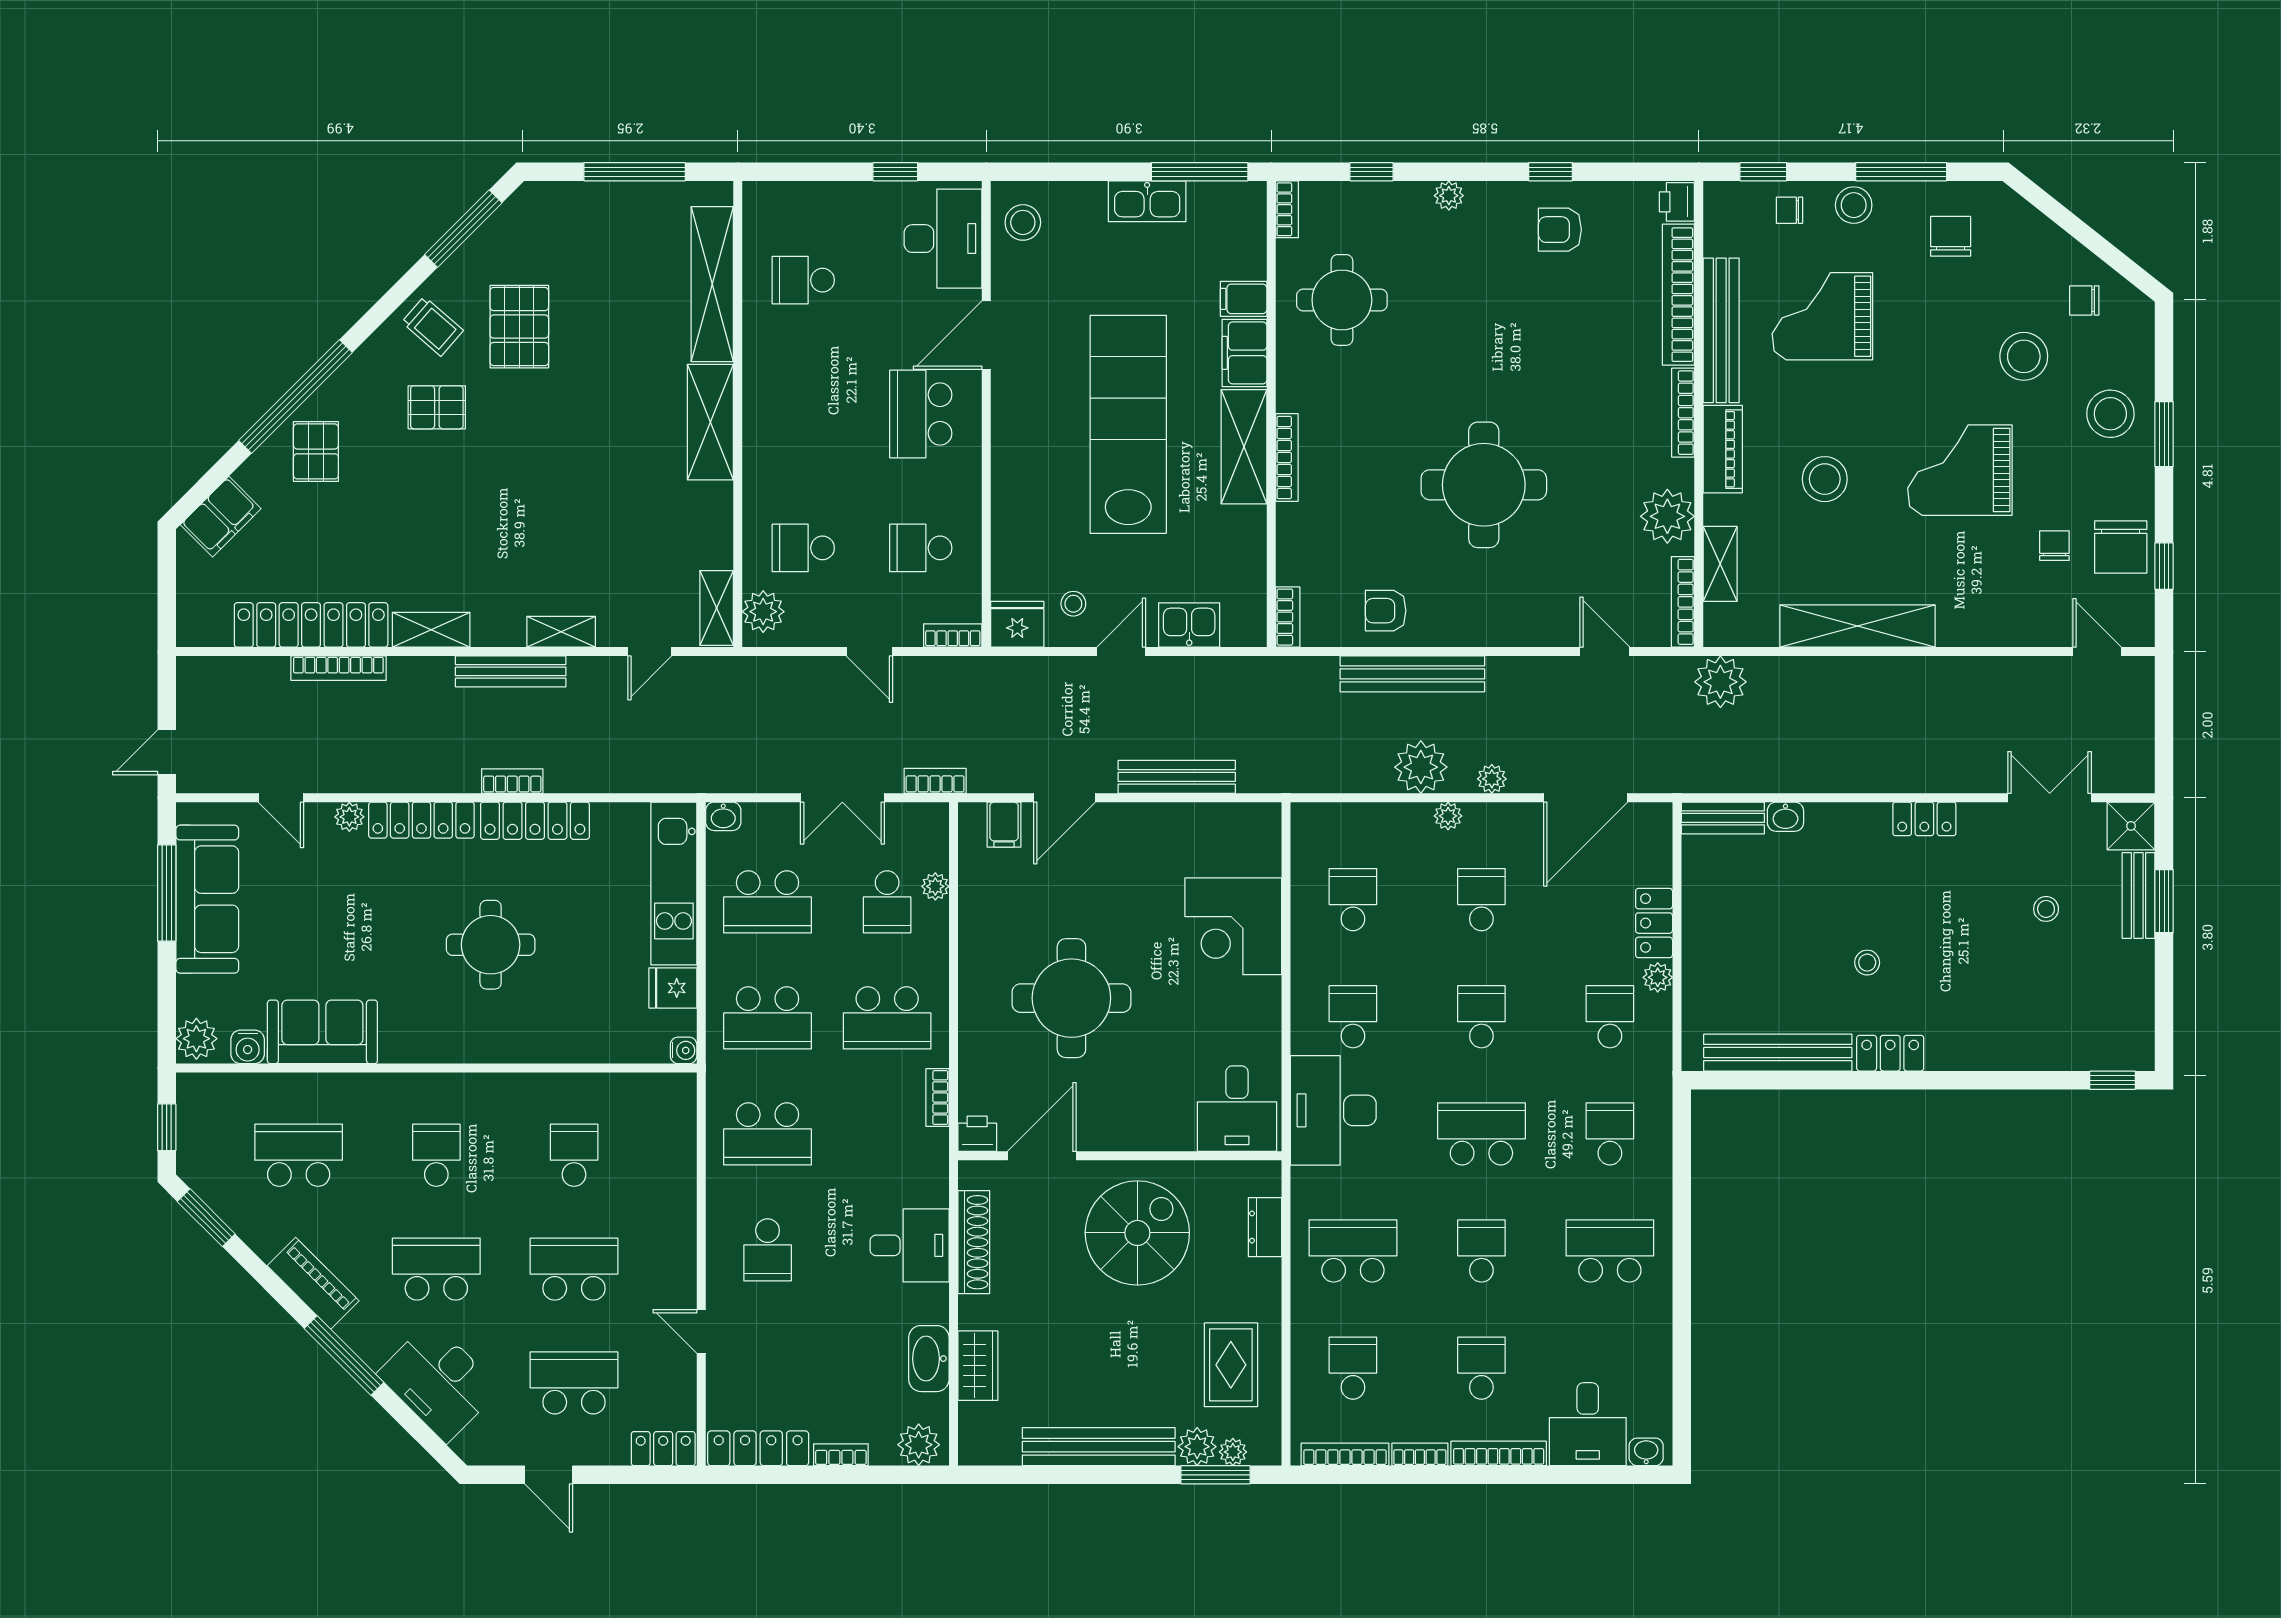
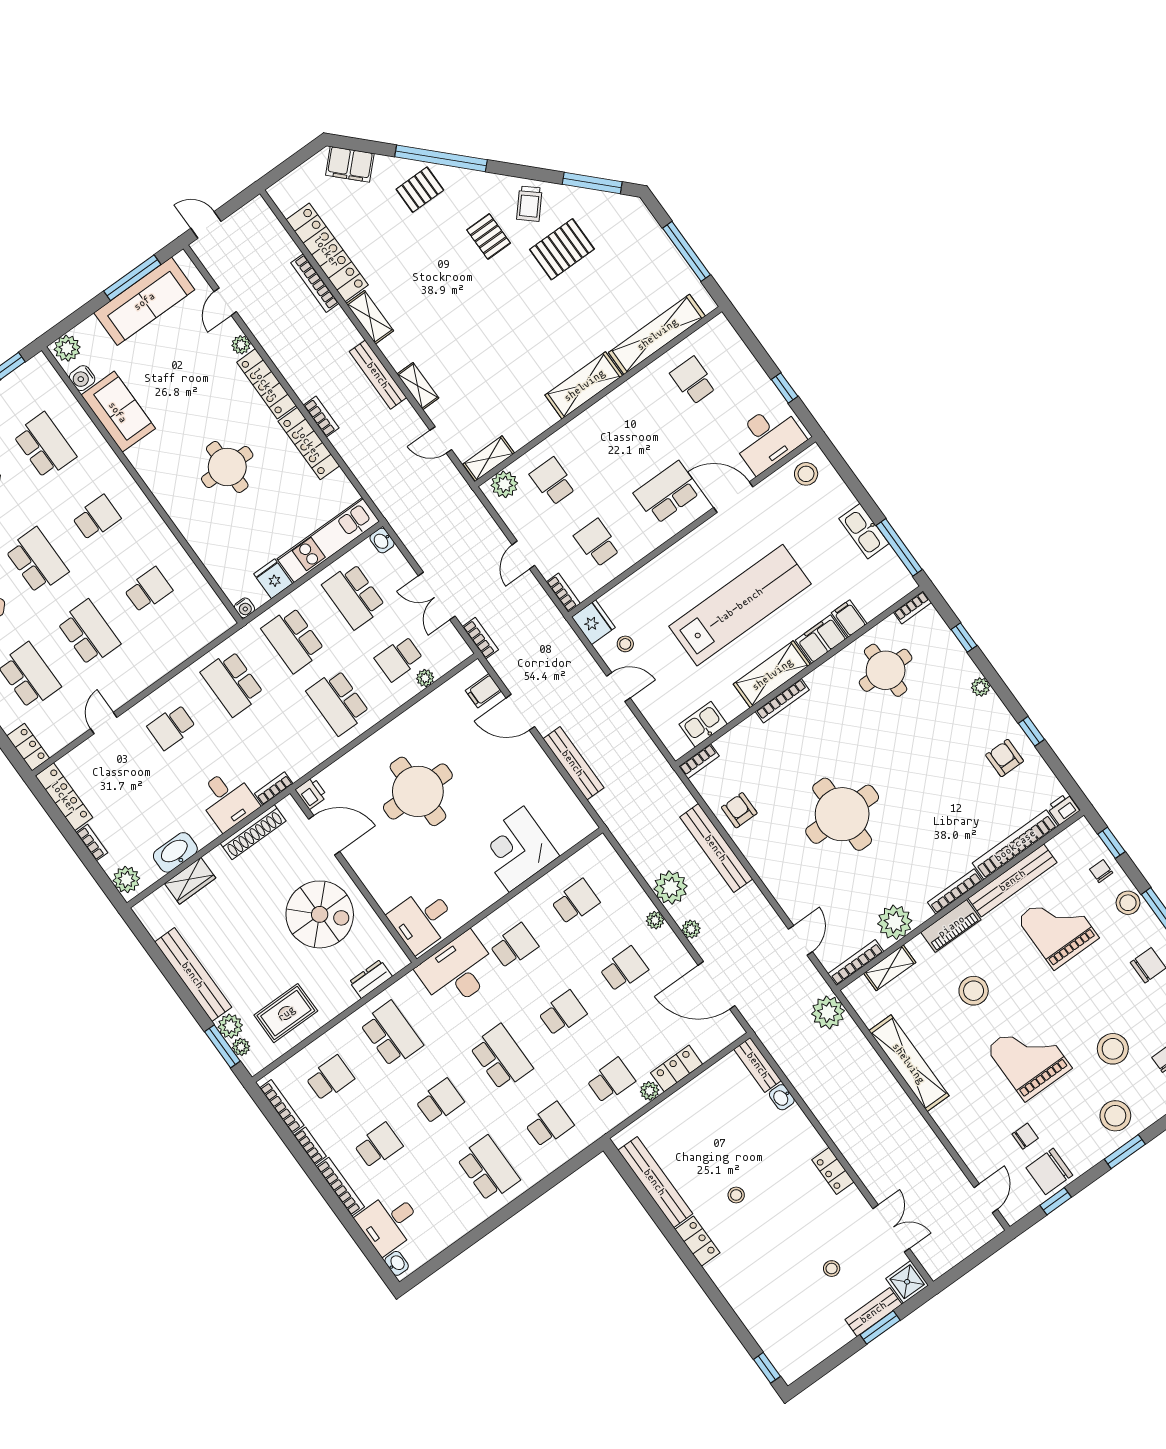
kitchen sink: (1189, 625) -> (703, 724), moved, turned -90
bookcase: (937, 1097) -> (274, 789), moved

